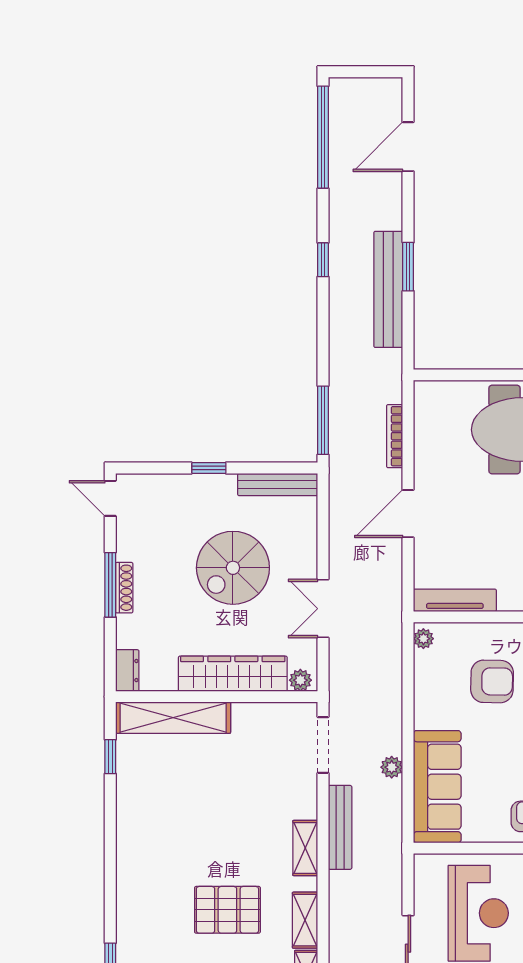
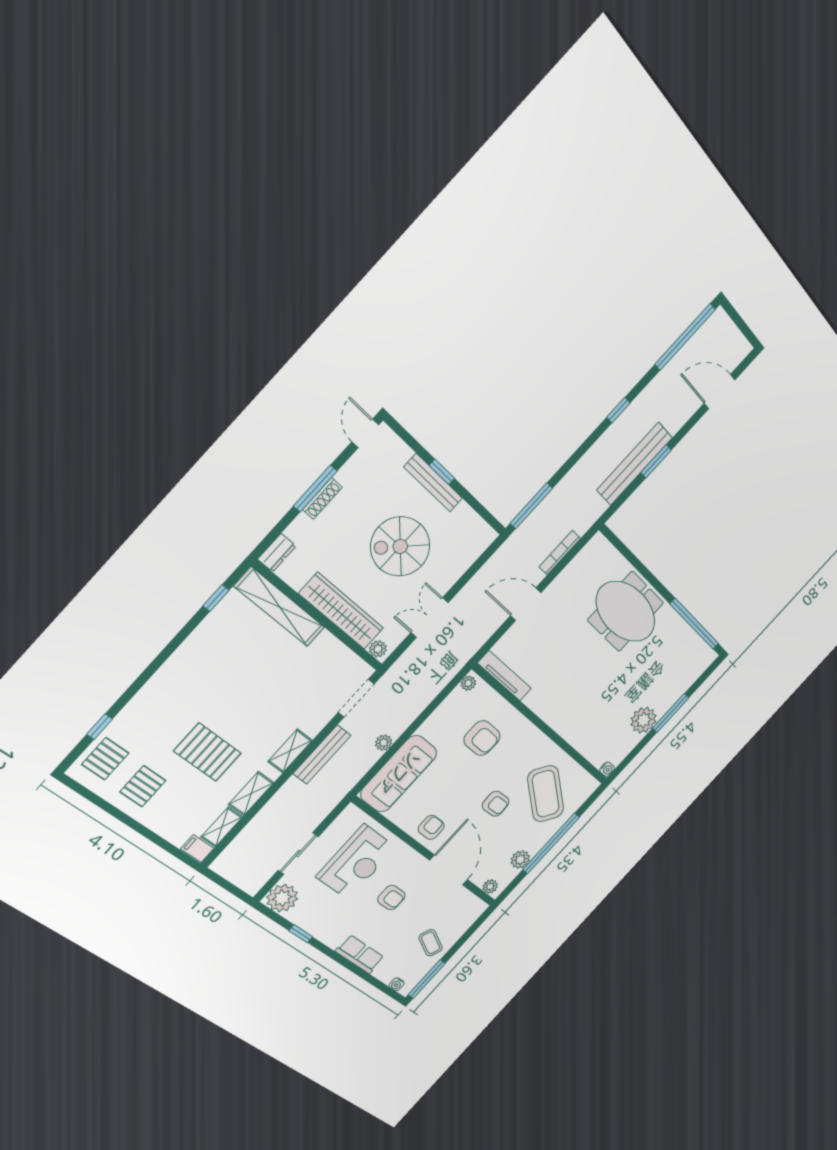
bench: (278, 484) -> (433, 483), moved

